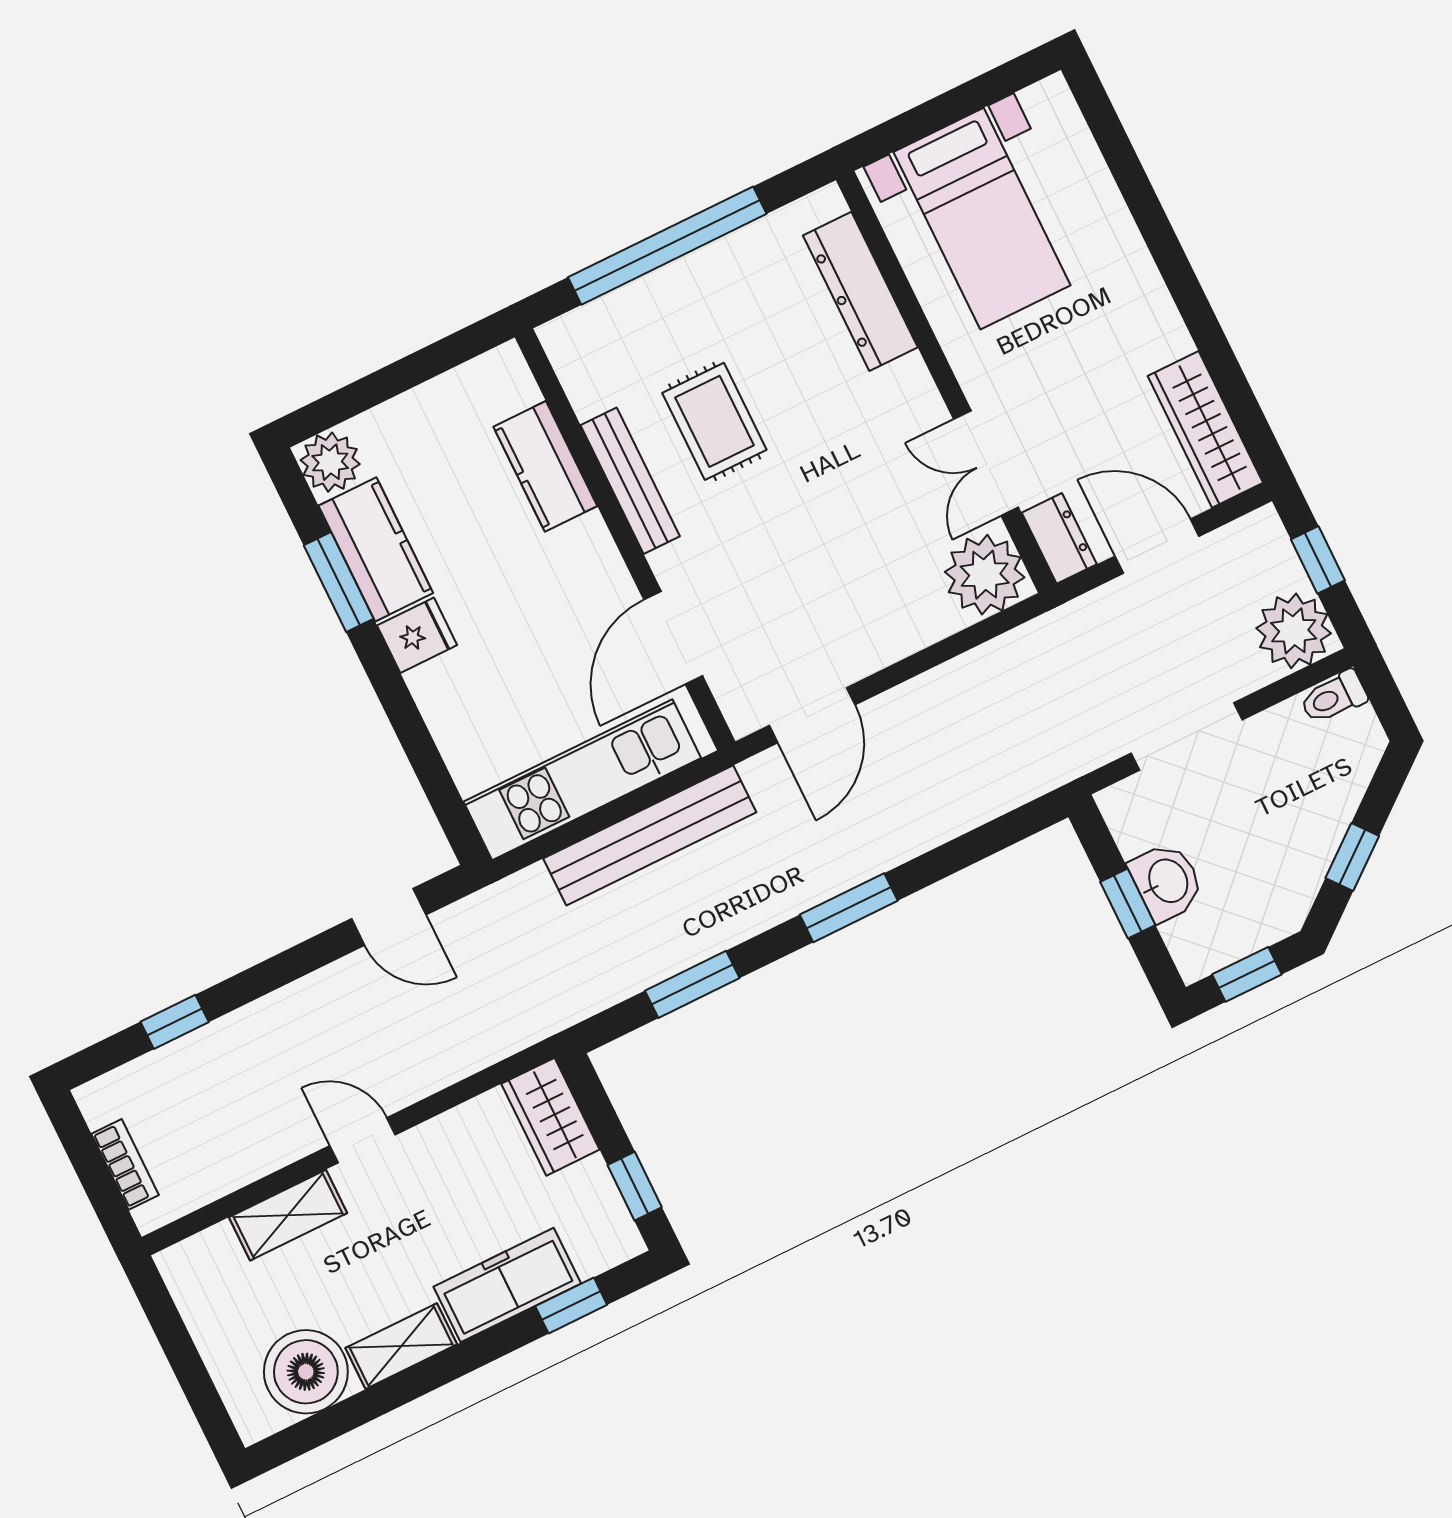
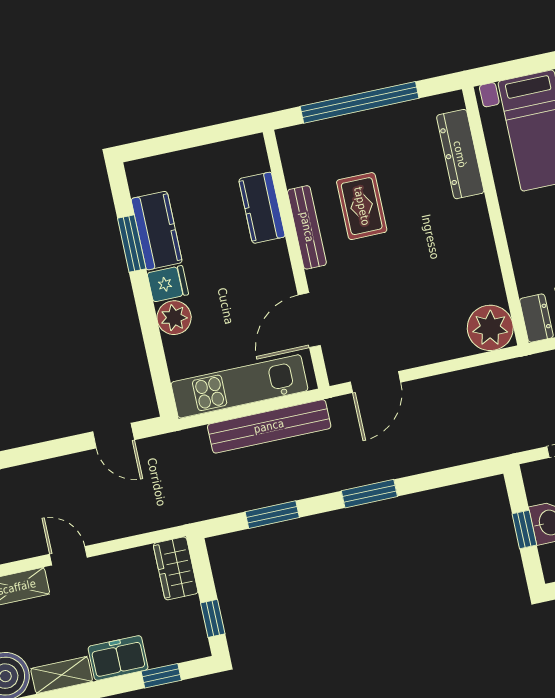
plant: (330, 462) -> (174, 318), moved
double door: (986, 463) -> (506, 266), removed
freezer: (507, 1285) -> (118, 658), width x0.71

